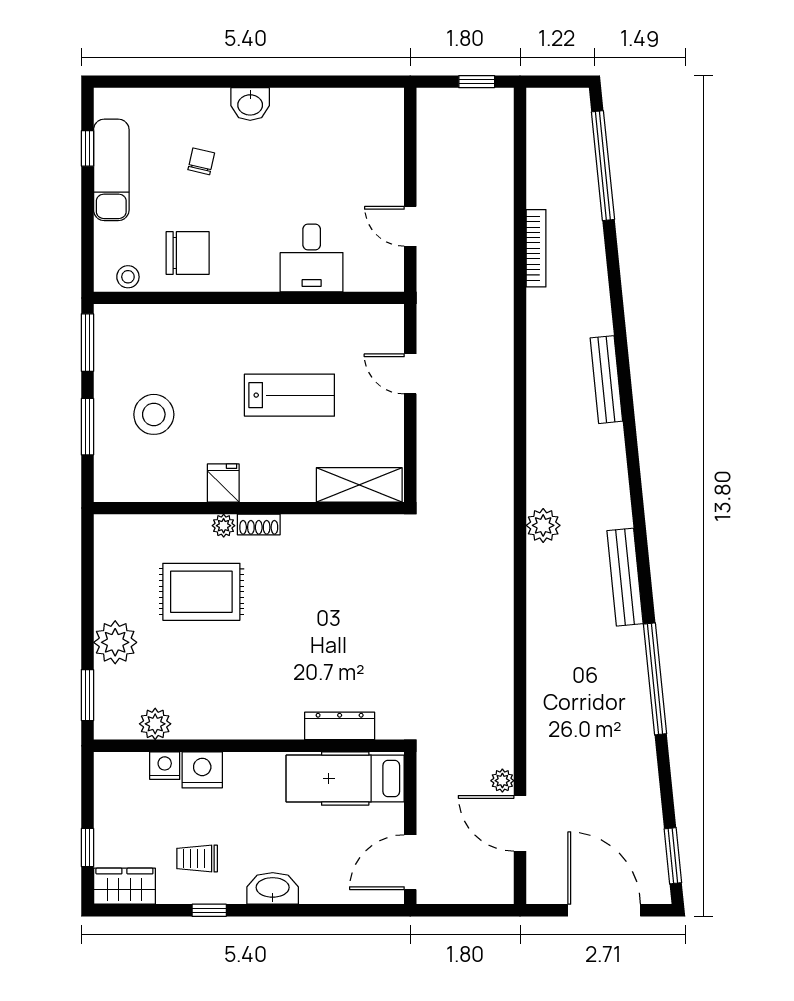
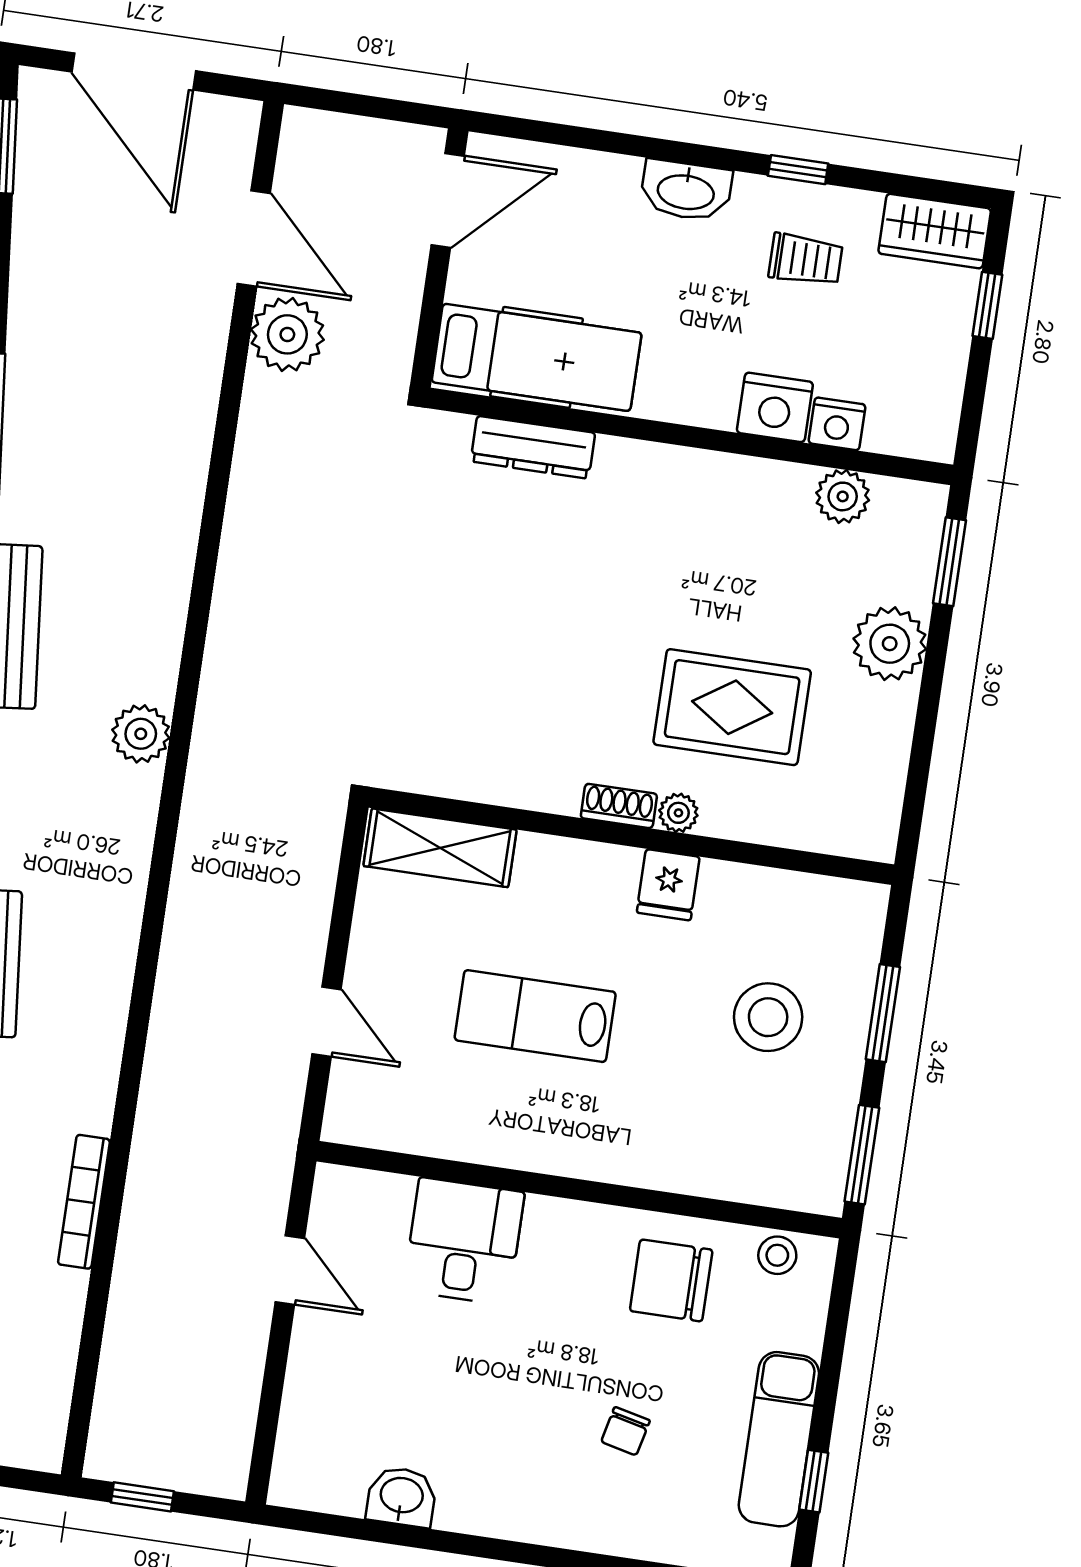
washbasin: (250, 104) -> (402, 1497), moved
plant: (502, 781) -> (287, 334), width x1.87, depth x1.87

